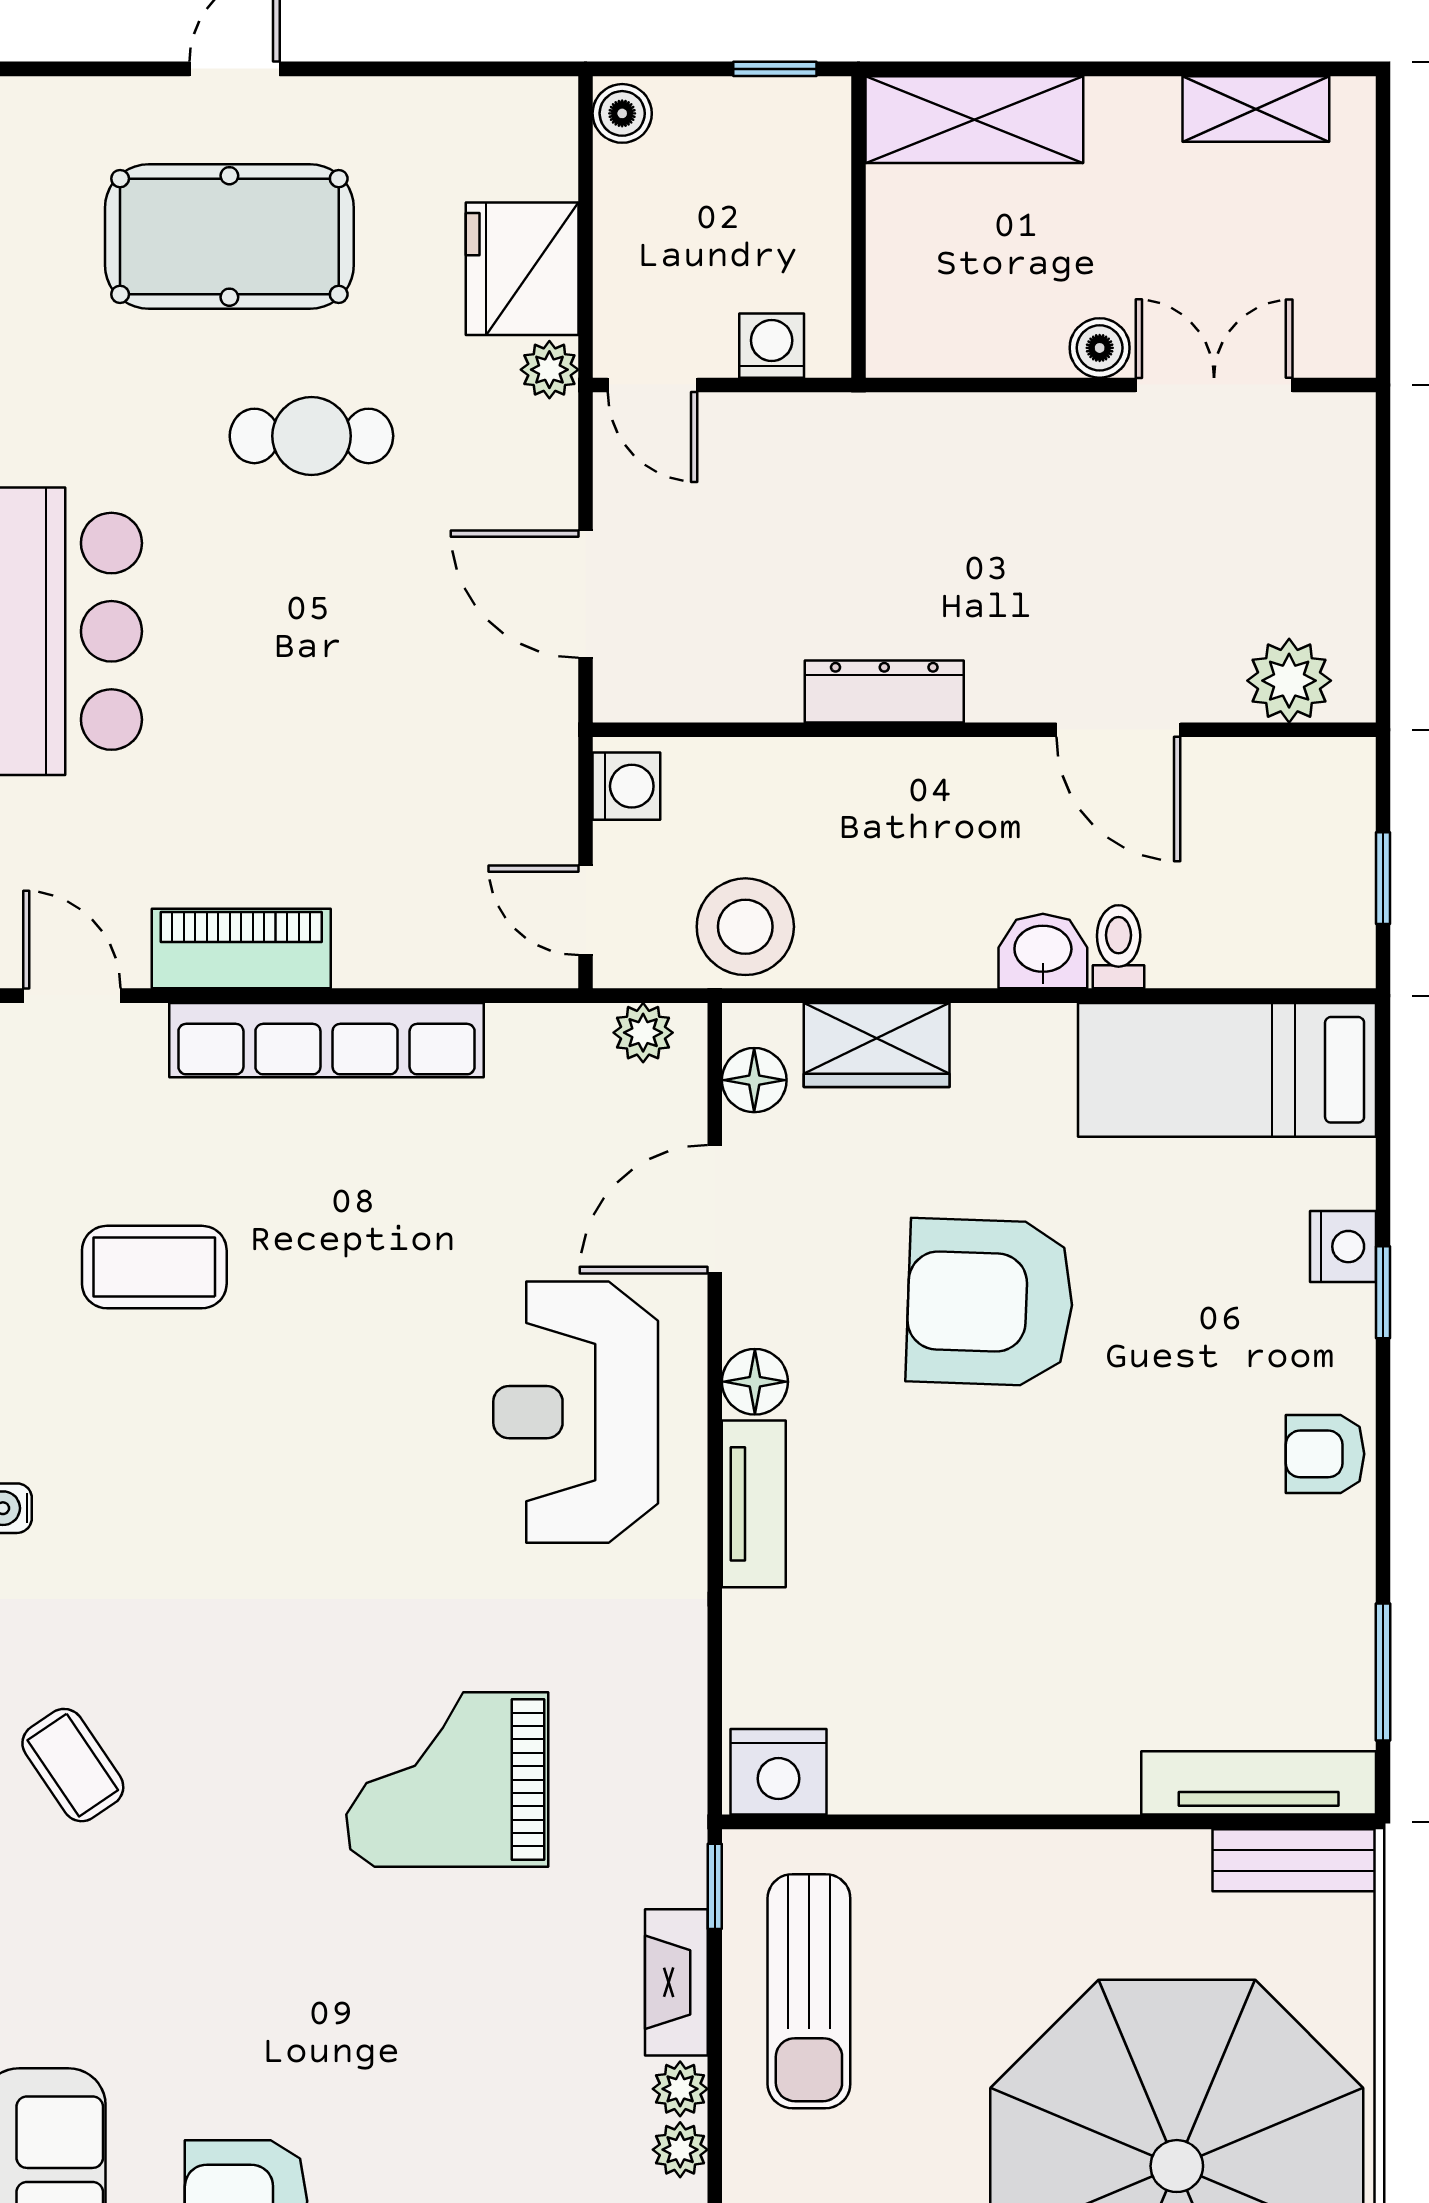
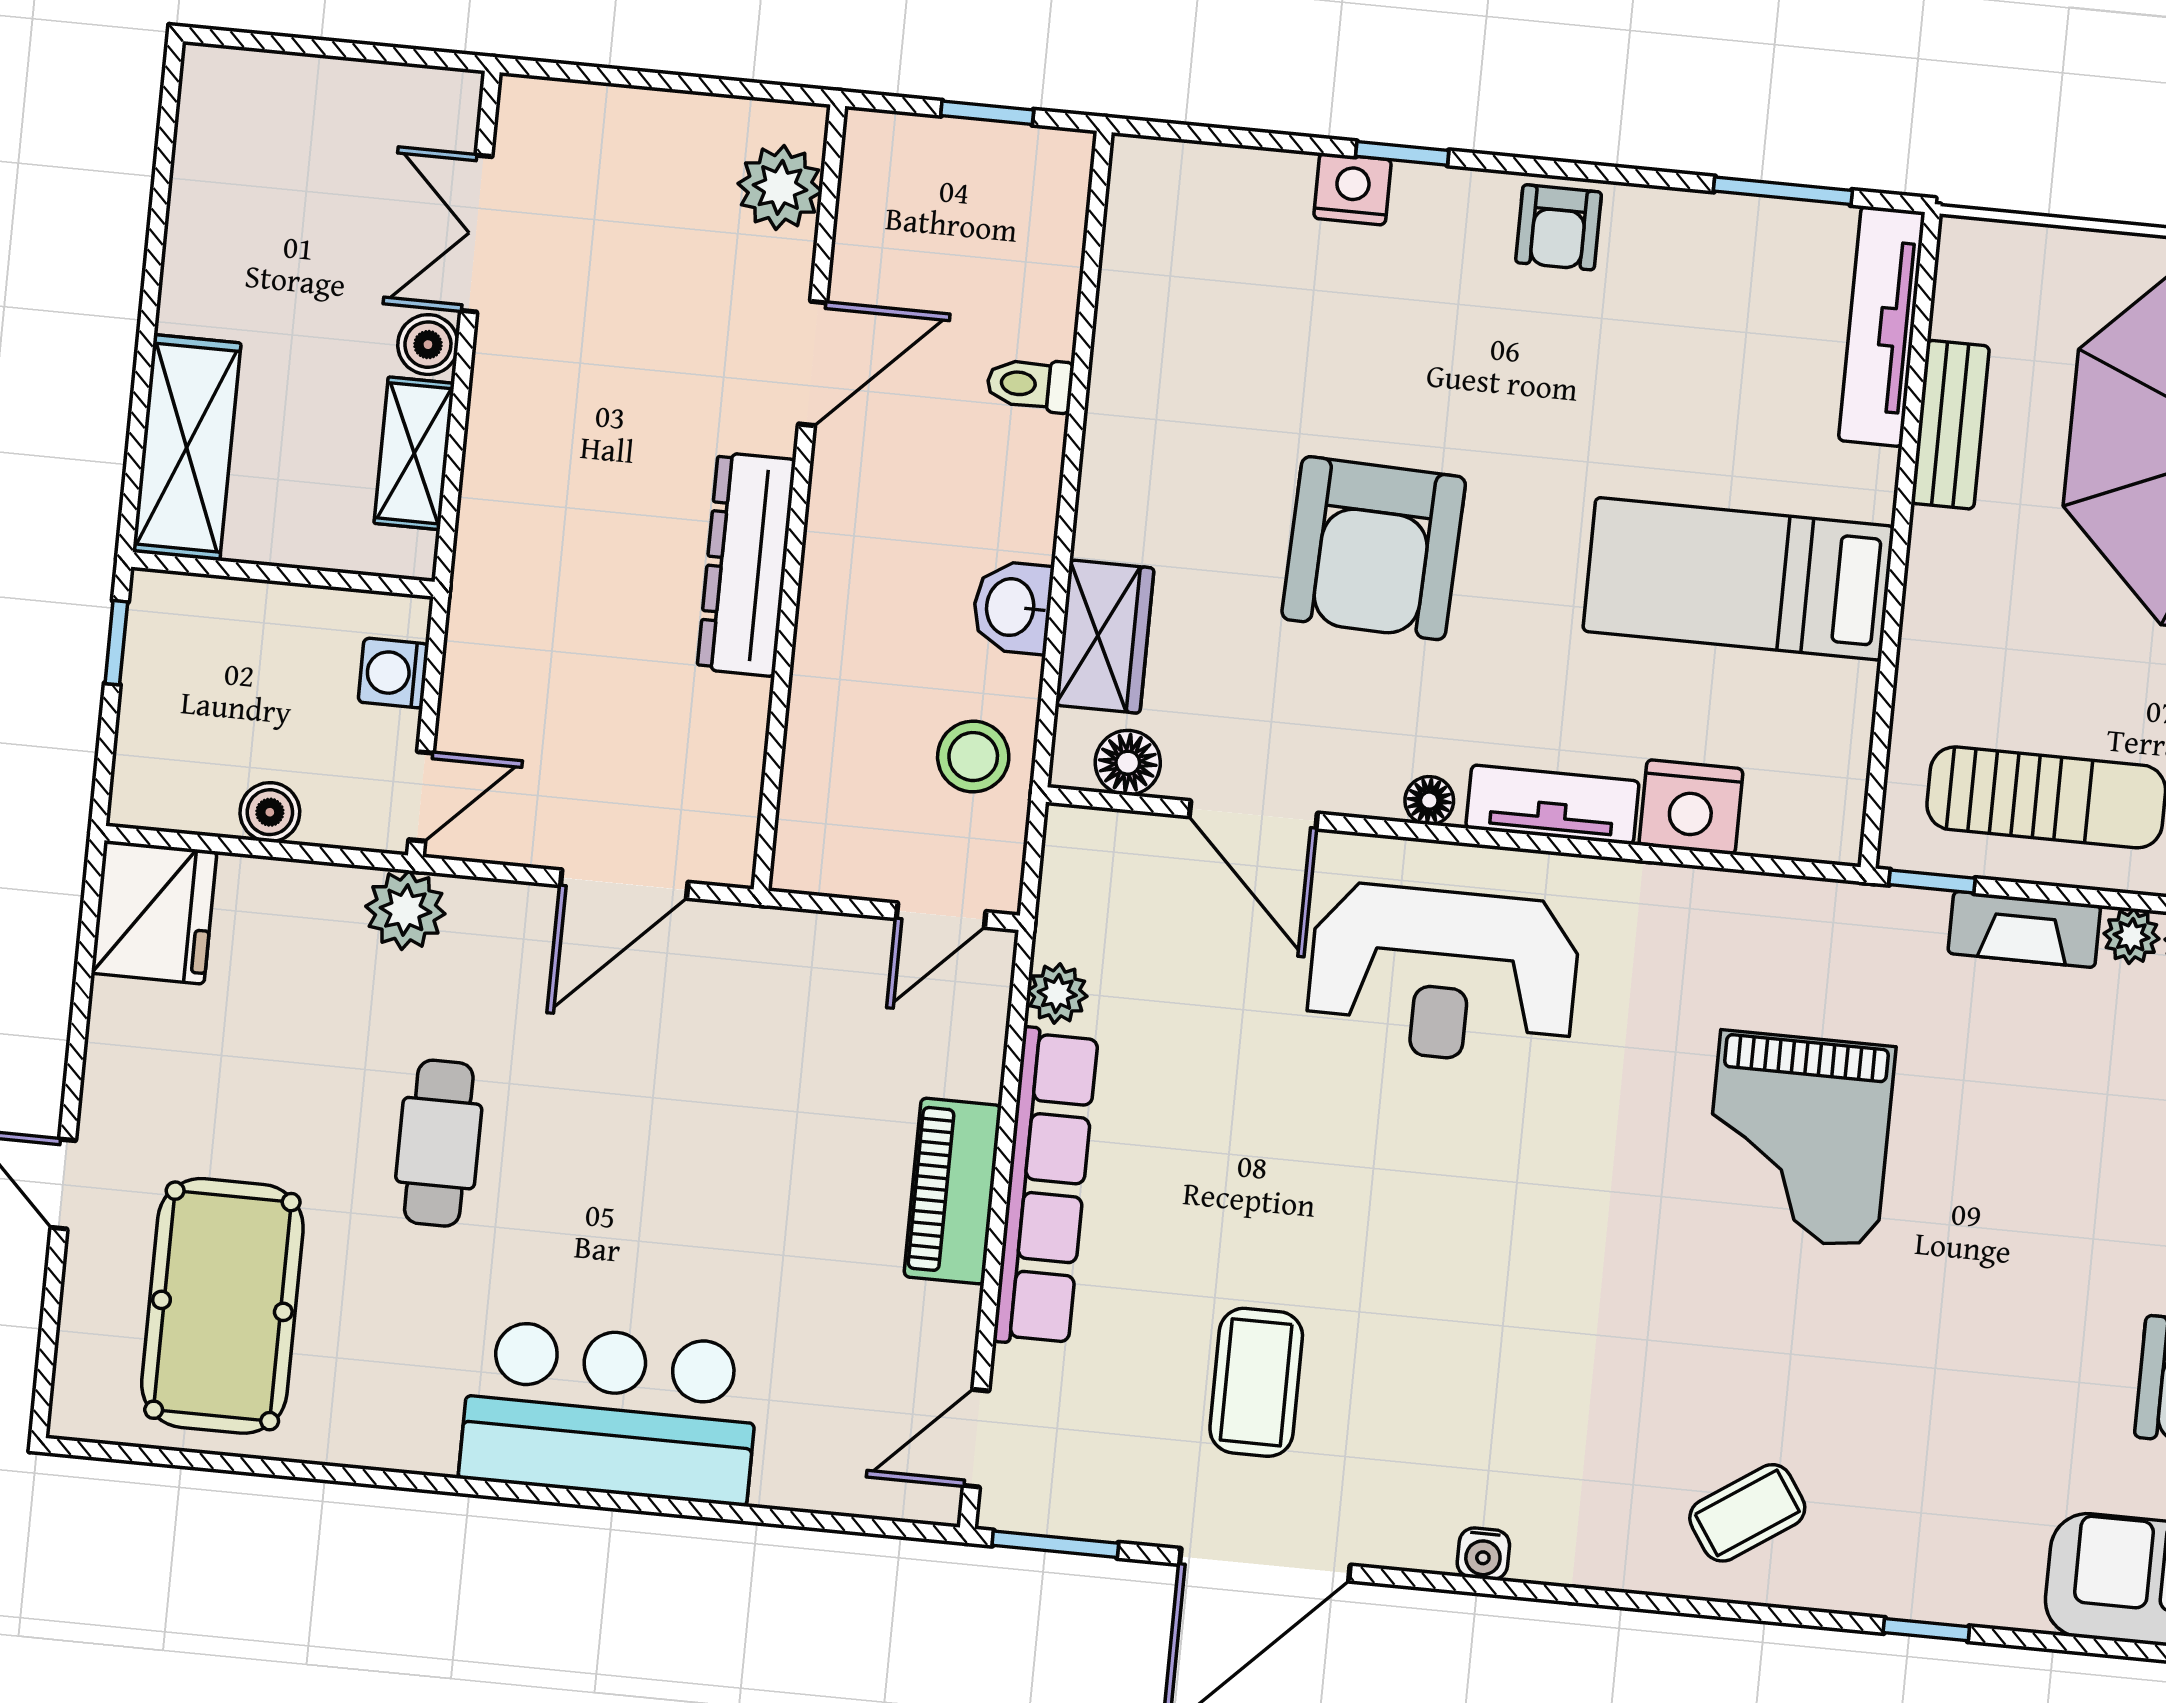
shelving: (1256, 109) -> (414, 453), moved
boiler: (622, 113) -> (270, 812), moved
pool table: (229, 236) -> (222, 1306), moved
fridge: (522, 269) -> (154, 912), moved, turned -90
plant: (549, 370) -> (405, 910), width x1.38, depth x1.38
dresser: (884, 692) -> (746, 564), width x1.37, depth x1.24
washing machine: (626, 786) -> (821, 862), removed
stool: (745, 927) -> (973, 757), width x0.73, depth x0.73
piano: (241, 949) -> (953, 1191), moved
washbasin: (1043, 951) -> (1012, 607), moved
plant: (643, 1033) -> (1057, 993), moved
bed: (1227, 1070) -> (1738, 579), moved, turned 90
floor lamp: (755, 1382) -> (1429, 801), width x0.73, depth x0.73
nightstand: (778, 1772) -> (1691, 807), moved, turned 90
bench: (1294, 1860) -> (1950, 425), moved

